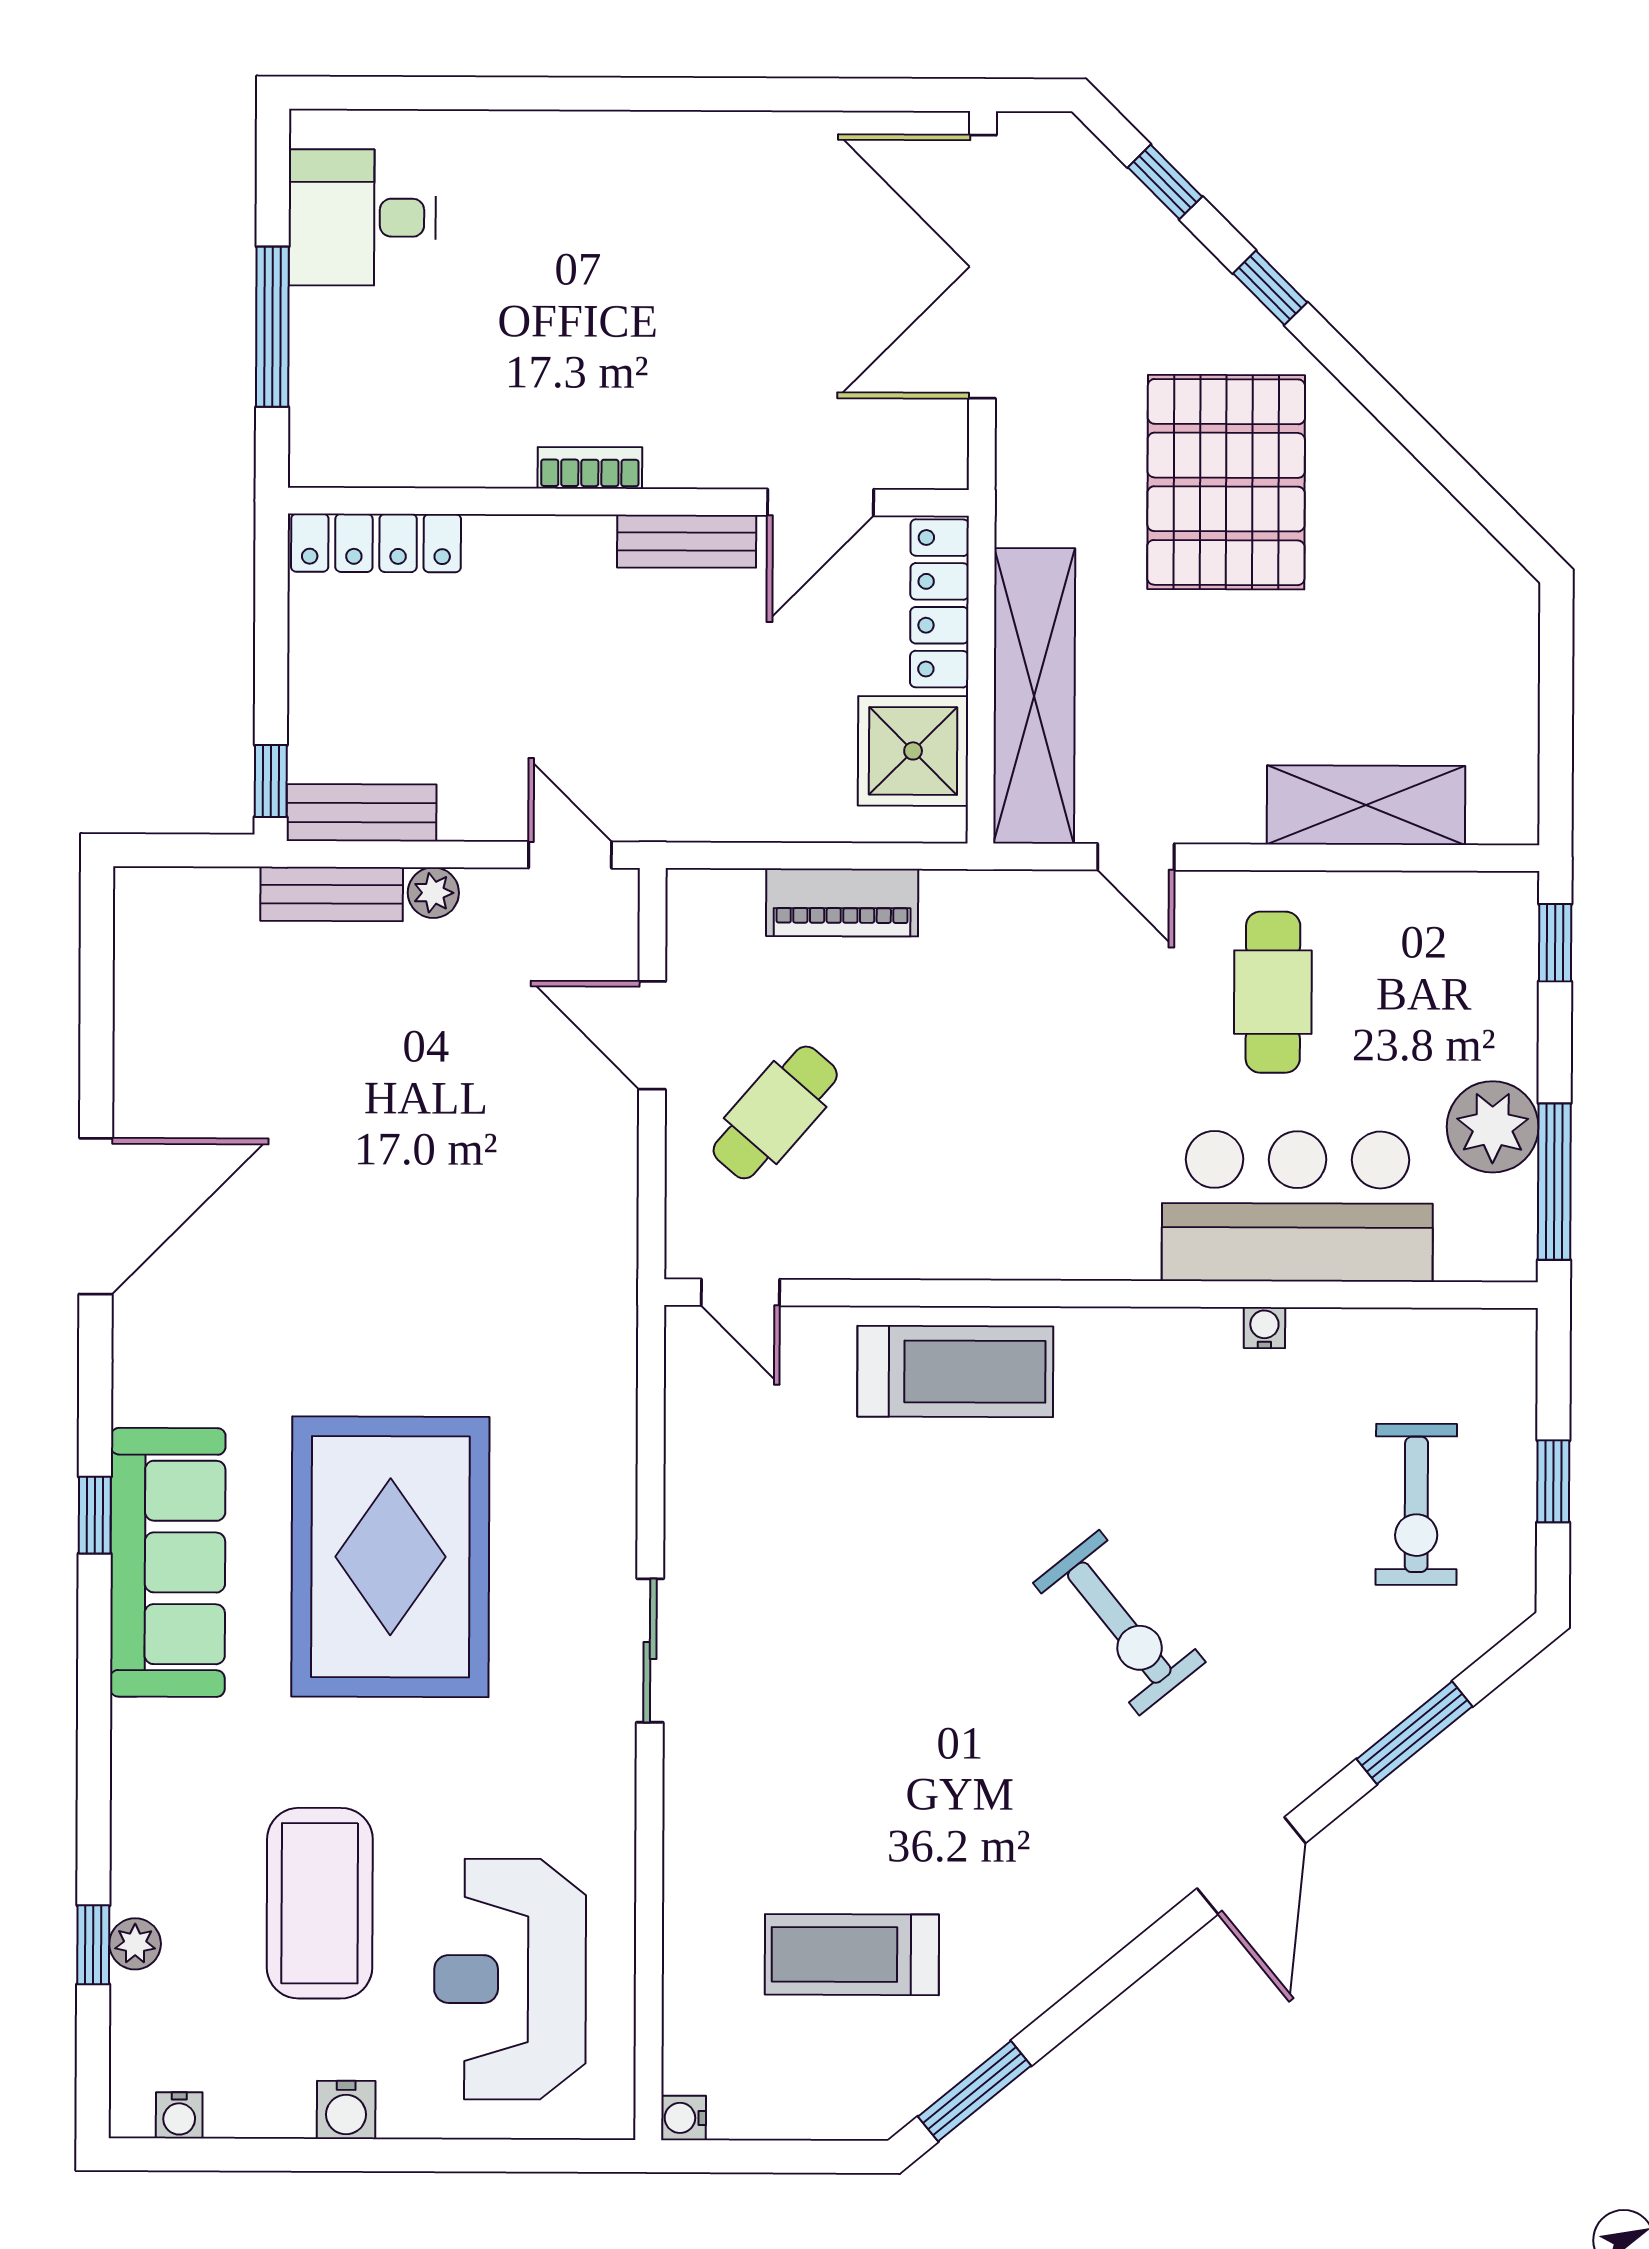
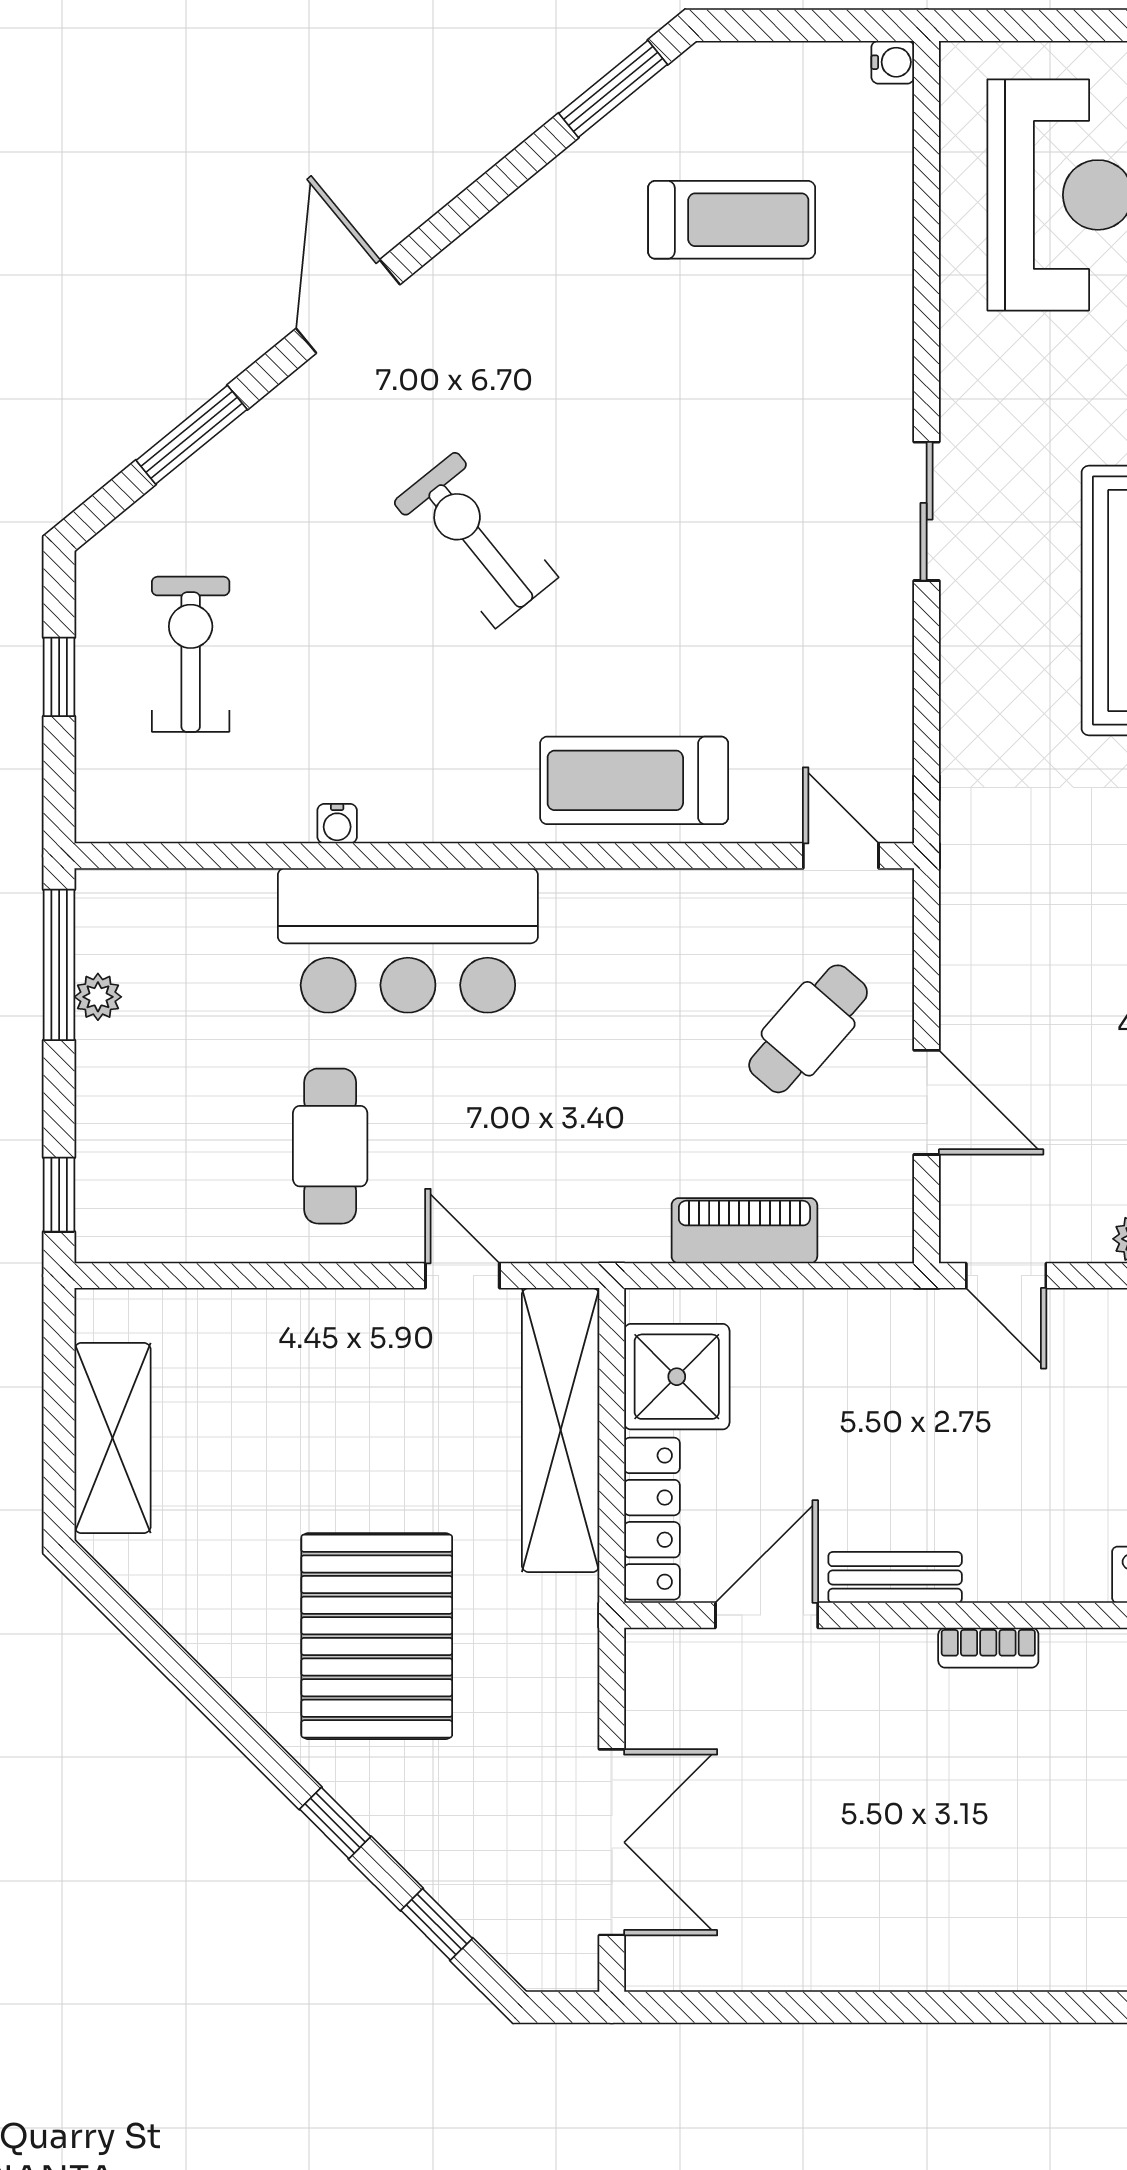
double door: (982, 267) -> (612, 1842), width x0.73
shelving: (1366, 805) -> (113, 1438), moved, turned 90
plant: (1493, 1127) -> (98, 997), width x0.53, depth x0.53
bar counter: (1297, 1206) -> (408, 940), moved

